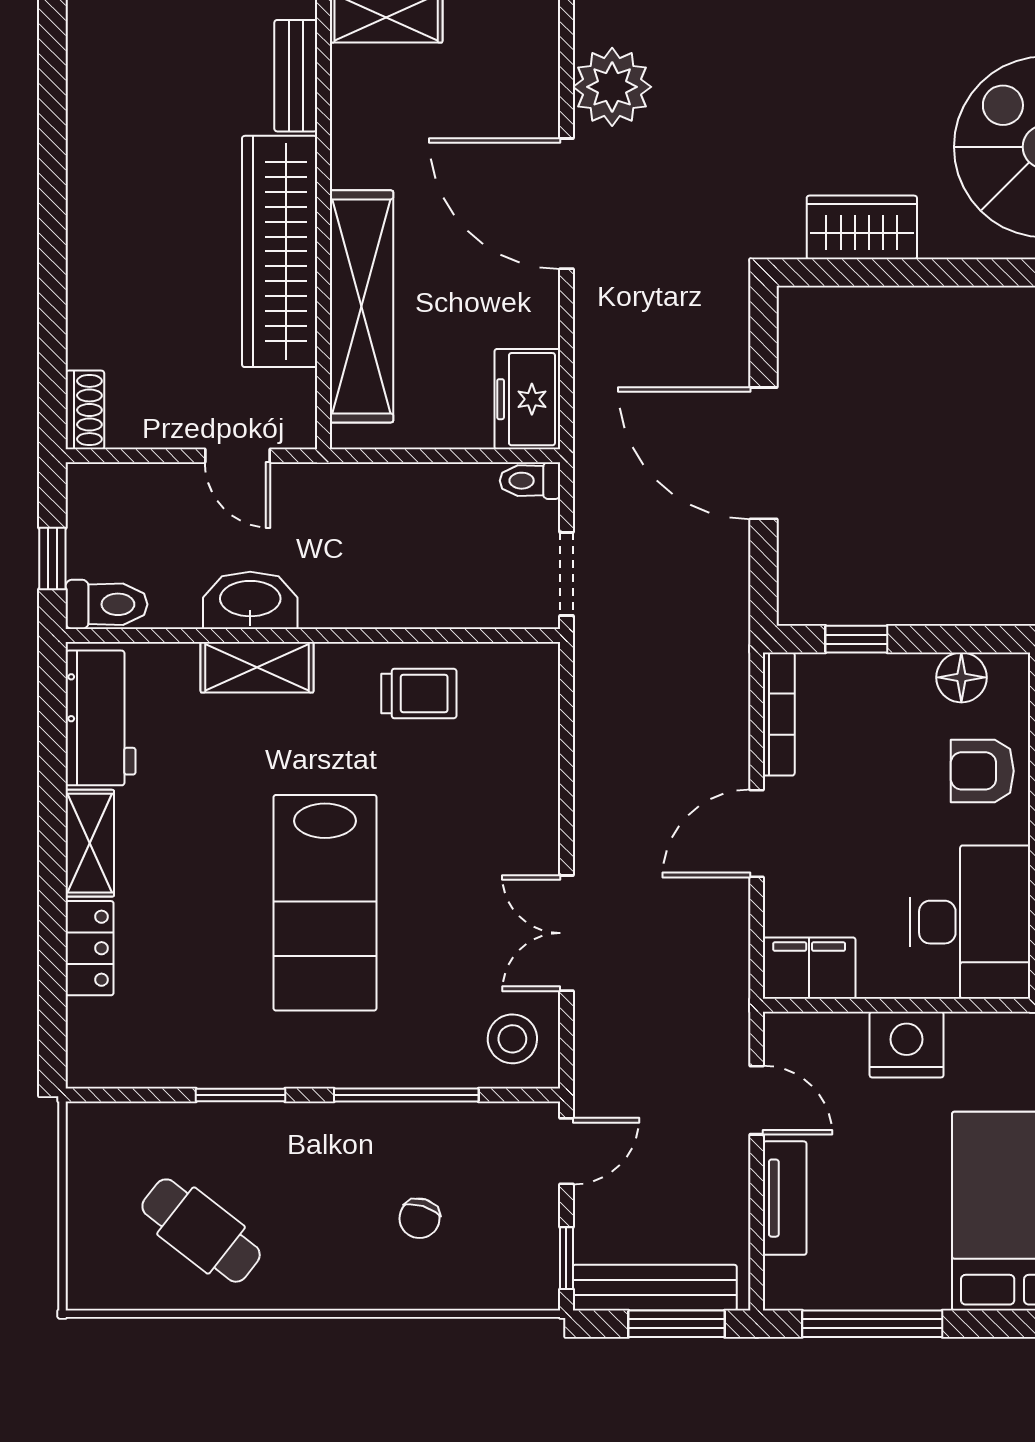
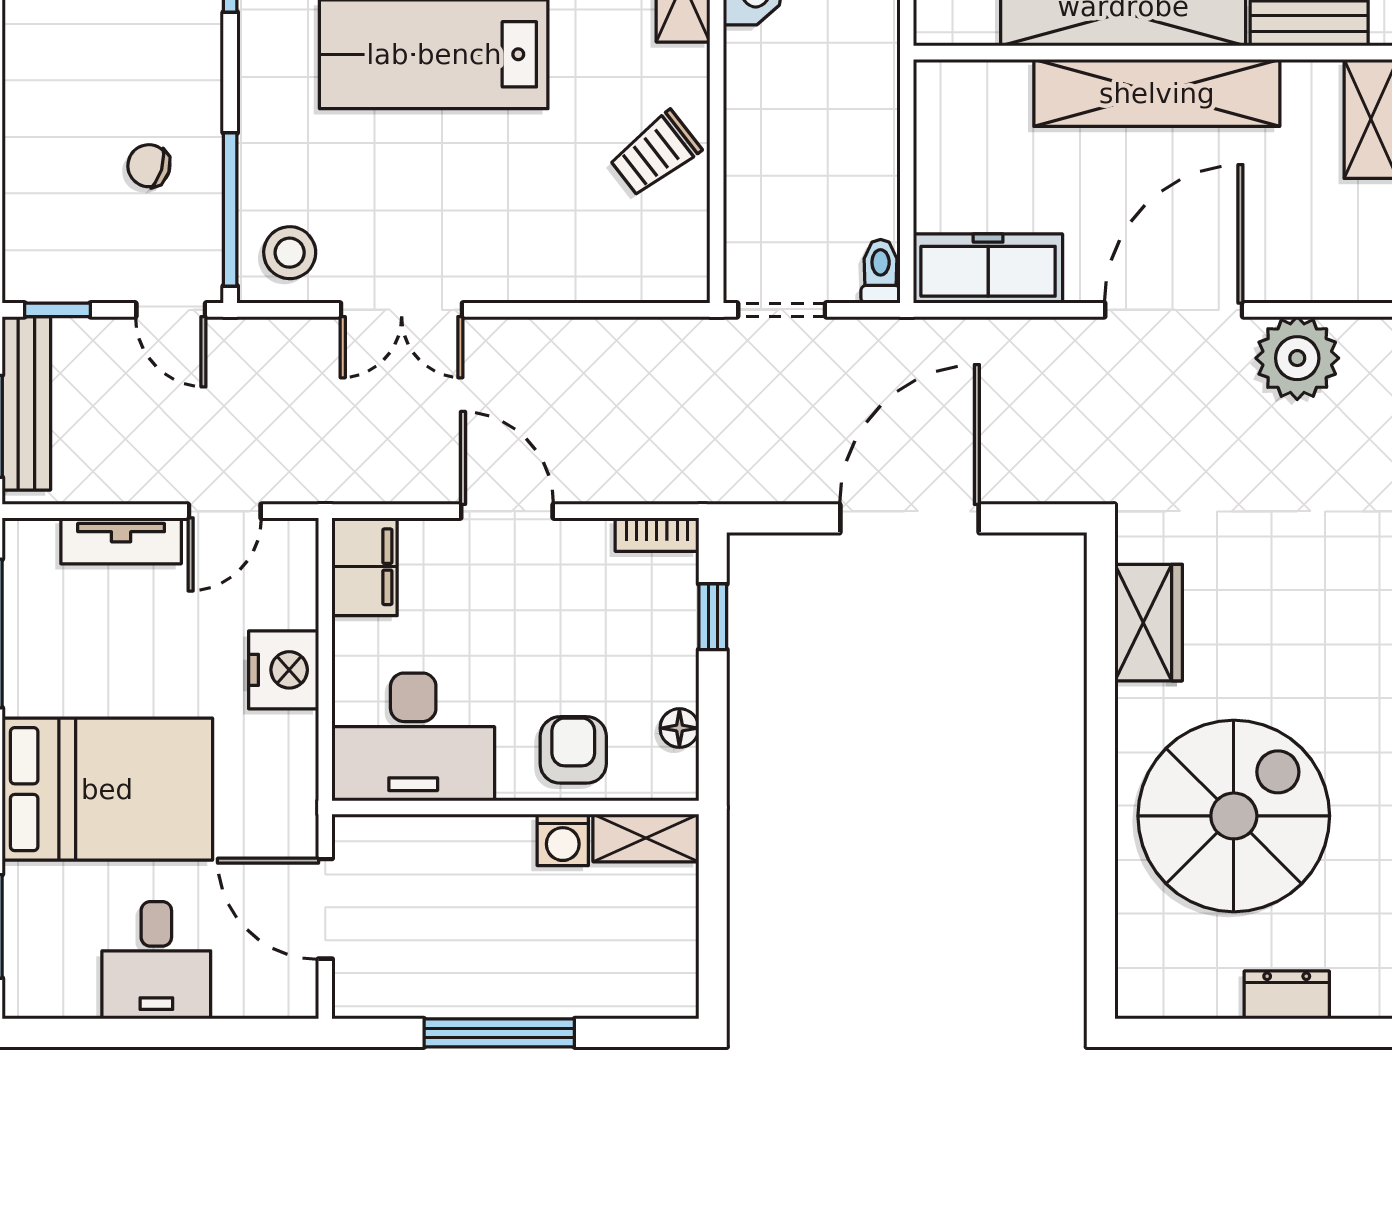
shelving: (361, 306) -> (1157, 93), moved
freezer: (527, 399) -> (988, 269), width x1.40
floor lamp: (961, 677) -> (679, 728), width x0.73, depth x0.73
trolley: (419, 693) -> (655, 154), turned 52
bookcase: (779, 714) -> (657, 535), width x0.64
double door: (566, 933) -> (402, 310), swing flipped
window: (406, 1095) -> (230, 209), moved
chair: (420, 1218) -> (149, 166), moved

